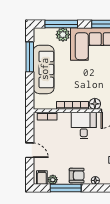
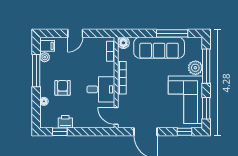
floor lamp: (95, 104) -> (123, 43), moved
armchair: (77, 176) -> (63, 88), moved, turned 180

